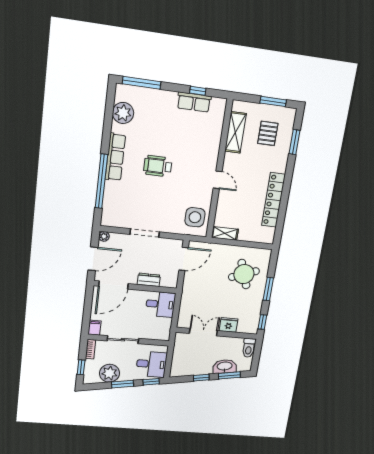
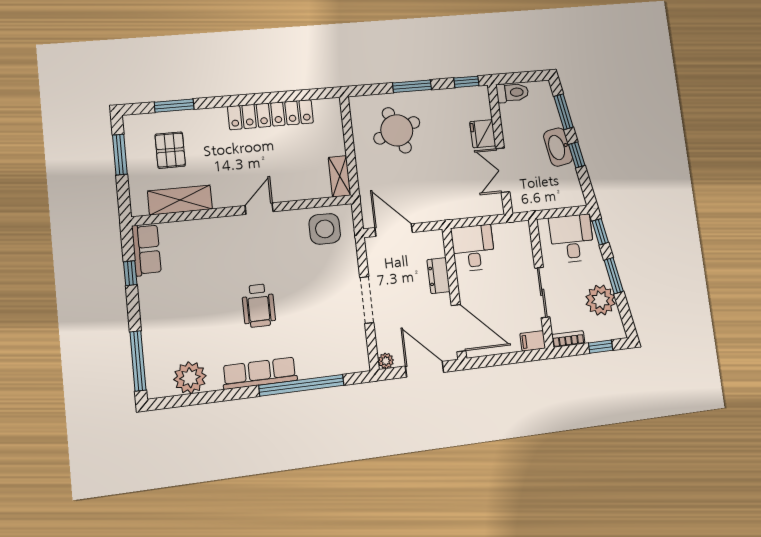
row of seats: (194, 102) -> (146, 250), moved
pallet: (268, 133) -> (170, 150), turned 90
washbasin: (225, 366) -> (558, 147), moved

